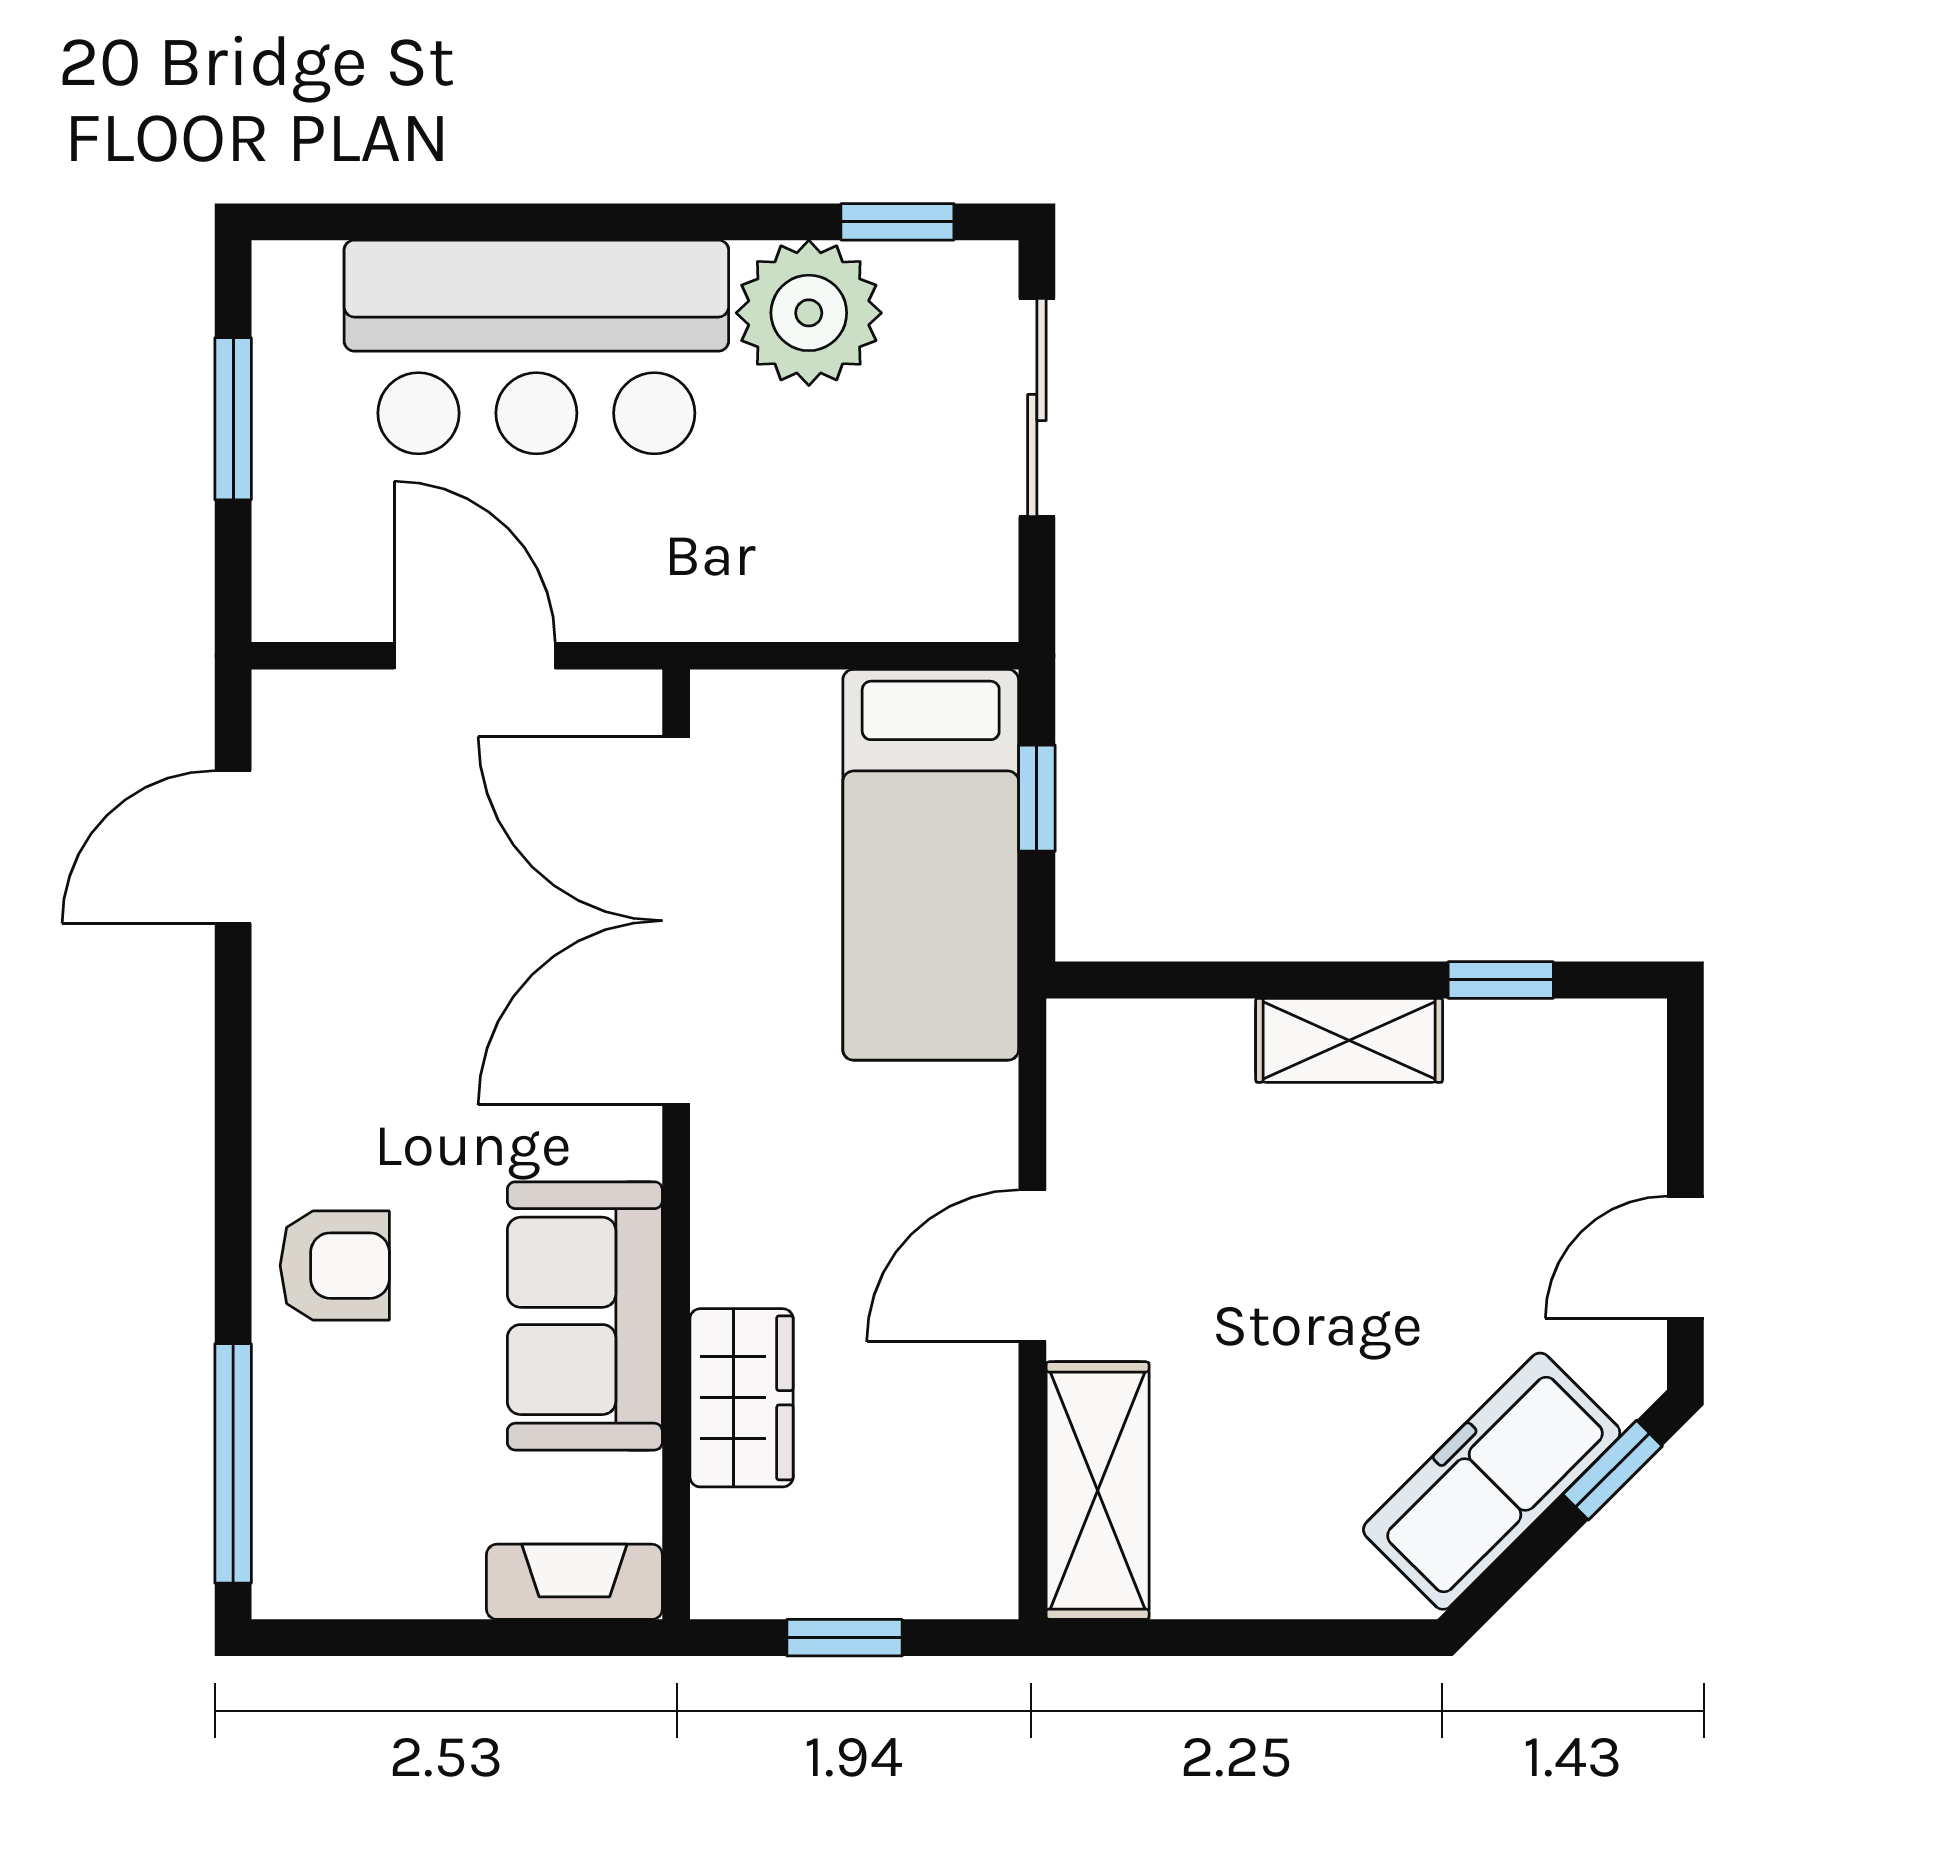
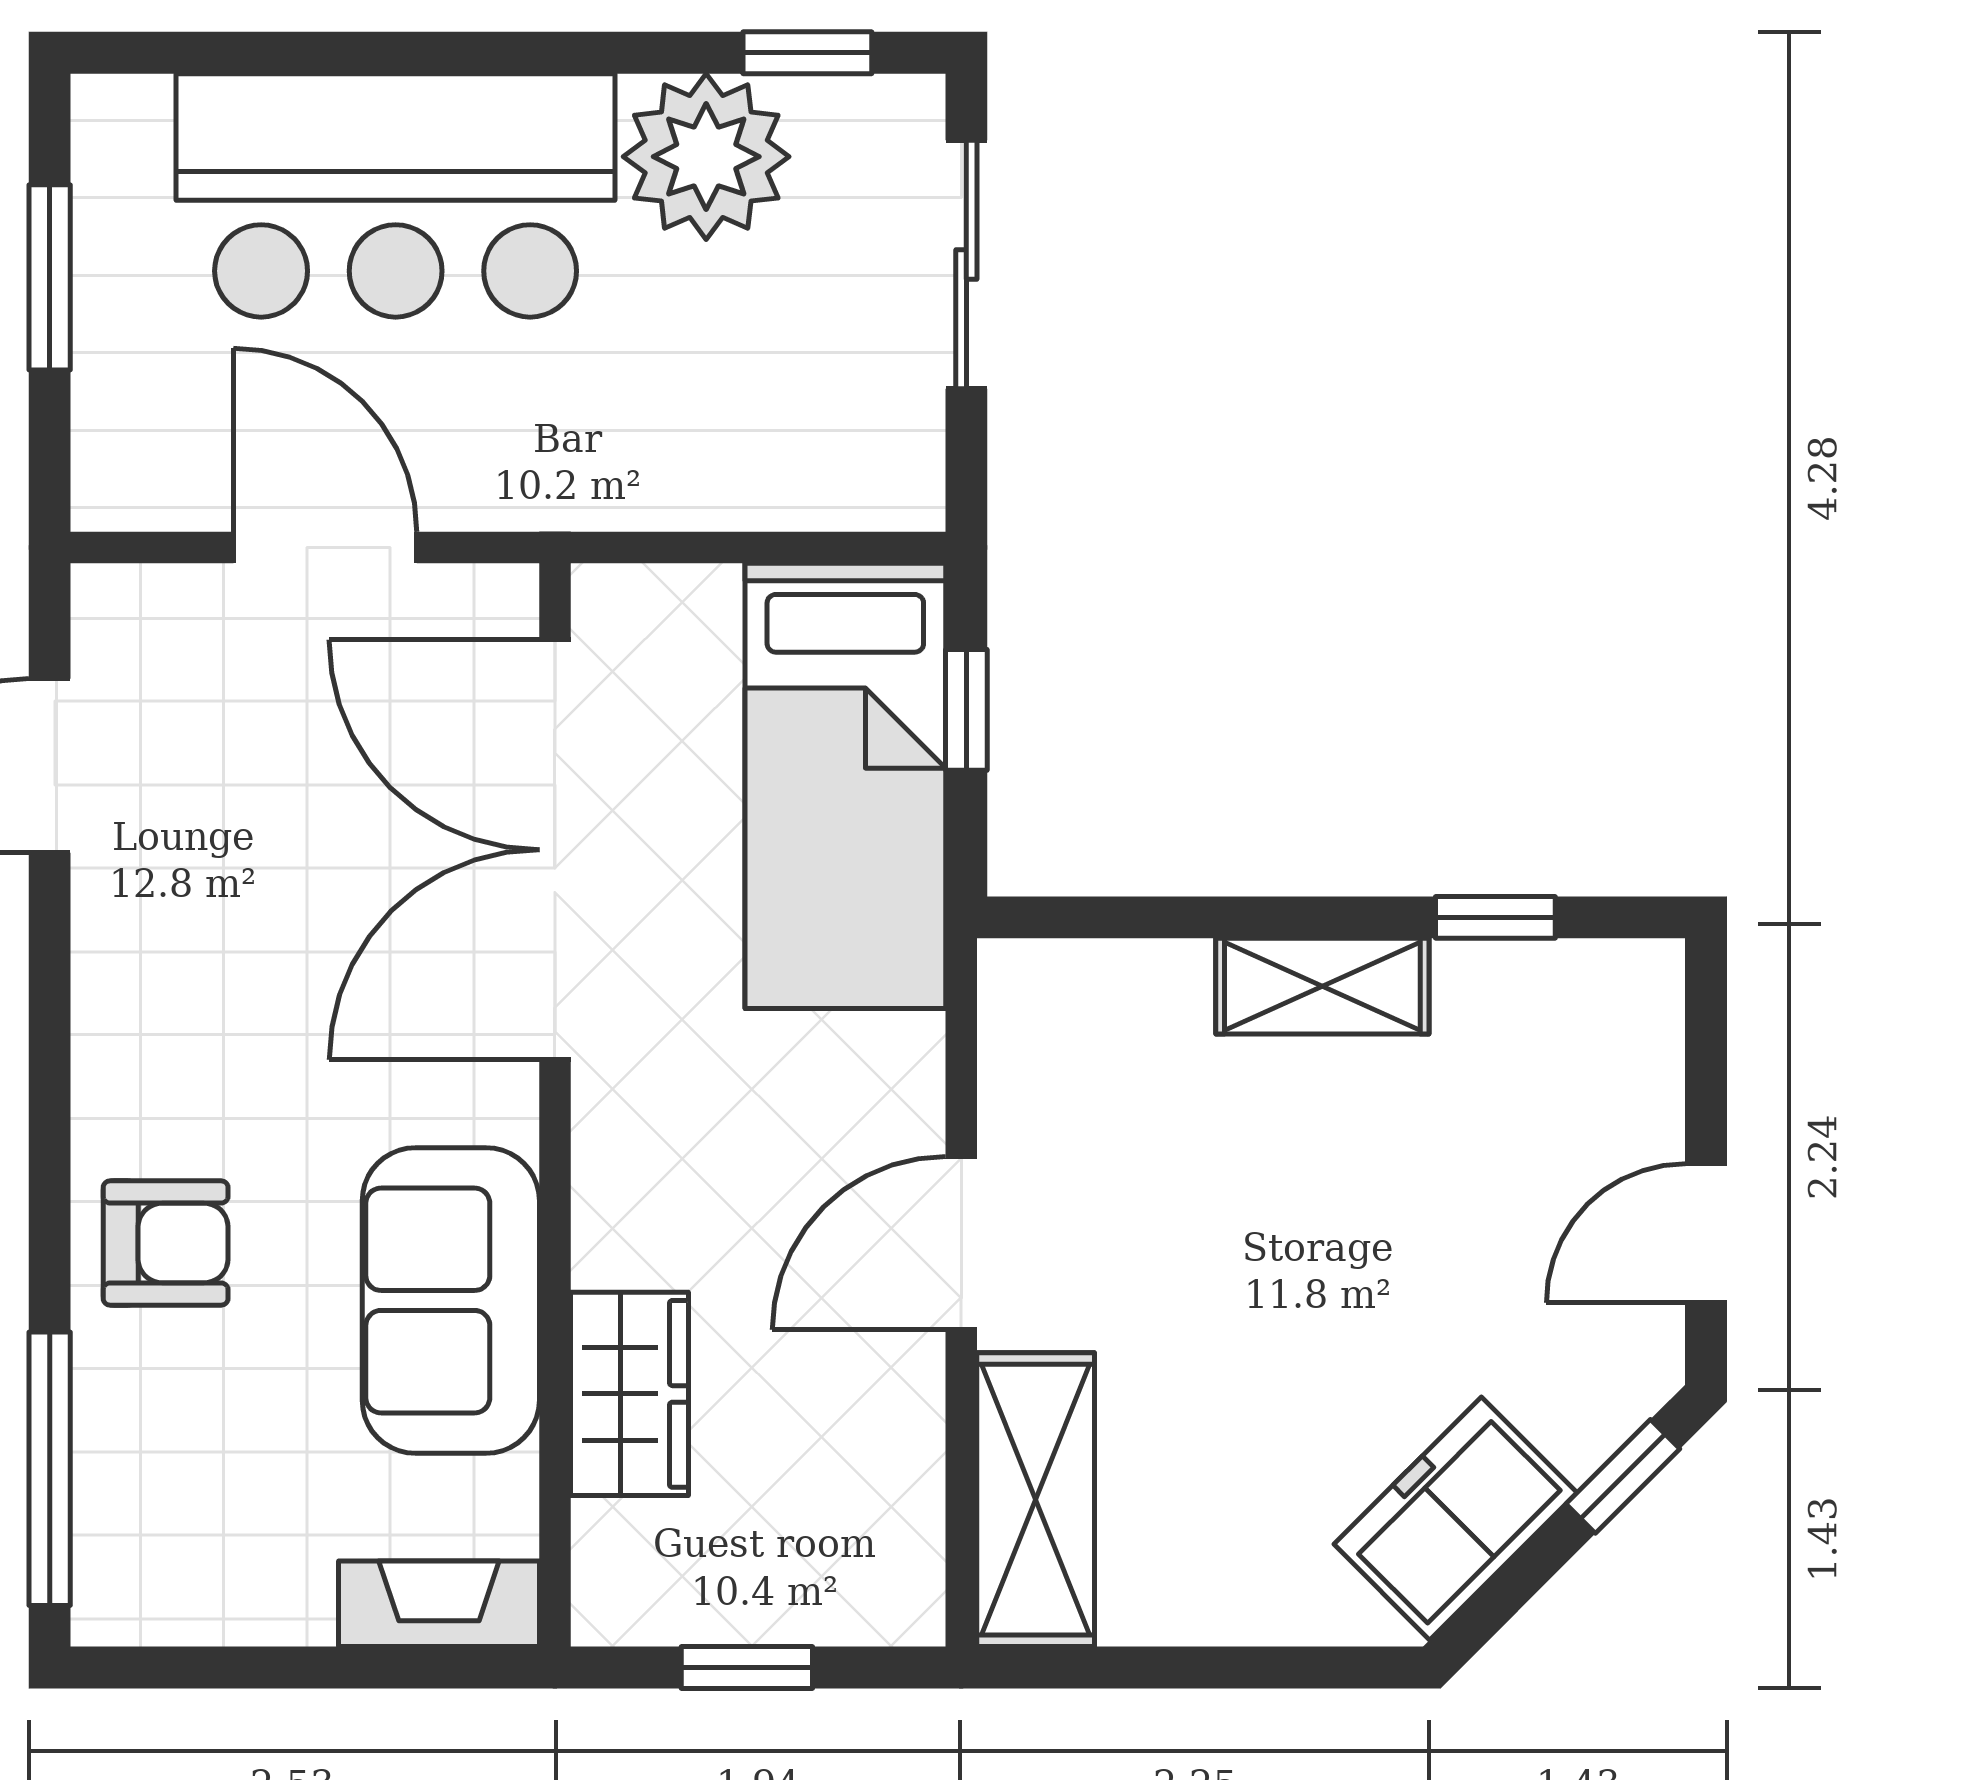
freezer: (1492, 1481) -> (1456, 1518), width x0.71

